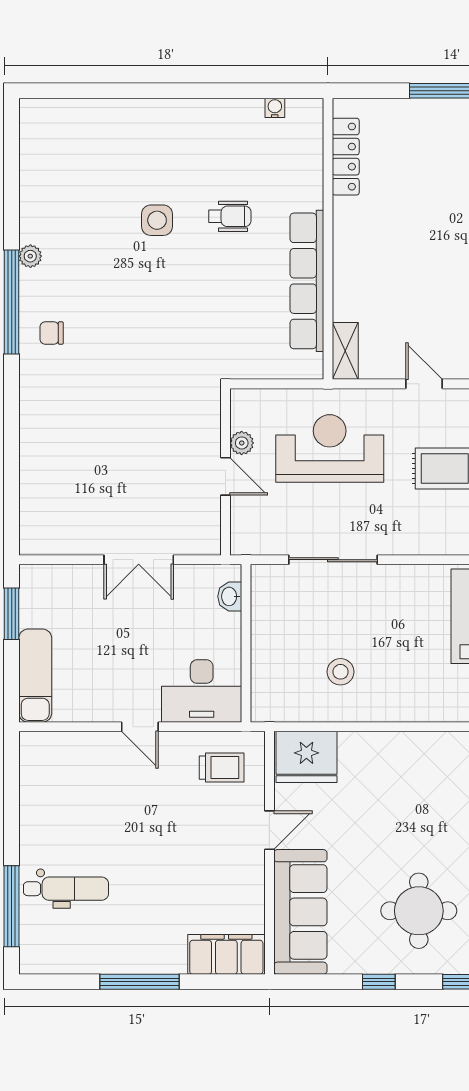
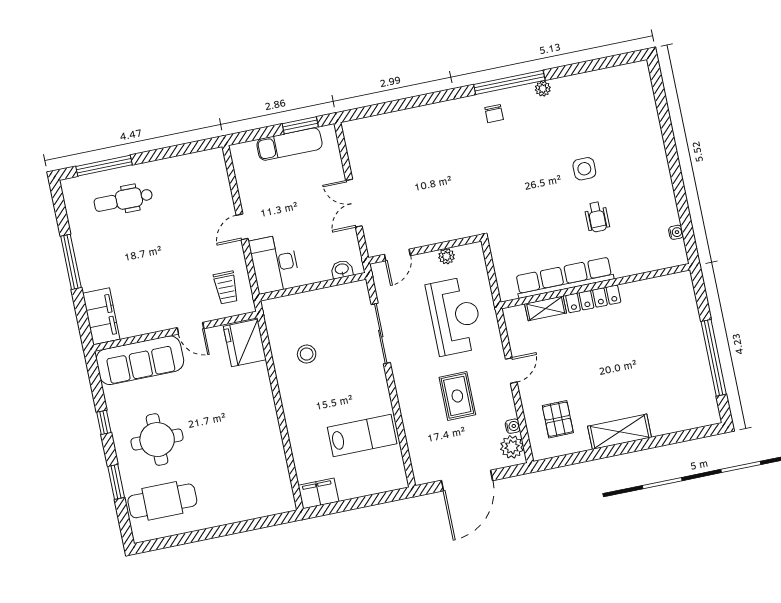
locker: (346, 157) -> (593, 299), moved
chair: (52, 333) -> (494, 114), turned 180
shelving: (345, 351) -> (546, 308), moved
door: (225, 476) -> (397, 255), moved
exam couch: (35, 676) -> (289, 144), moved
dental chair: (66, 889) -> (123, 200), turned 90

